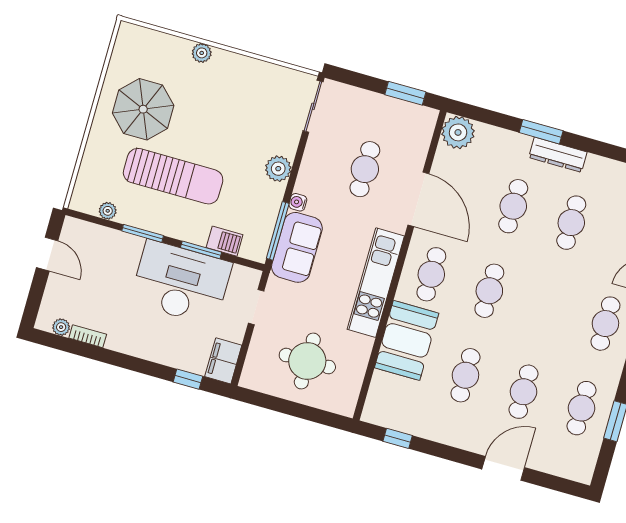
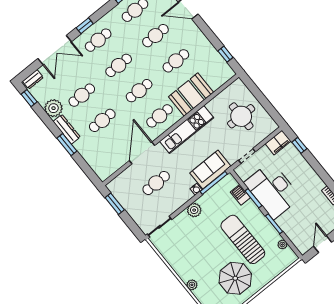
plant: (458, 132) -> (54, 108), moved
cafe table: (547, 307) -> (119, 65), added

